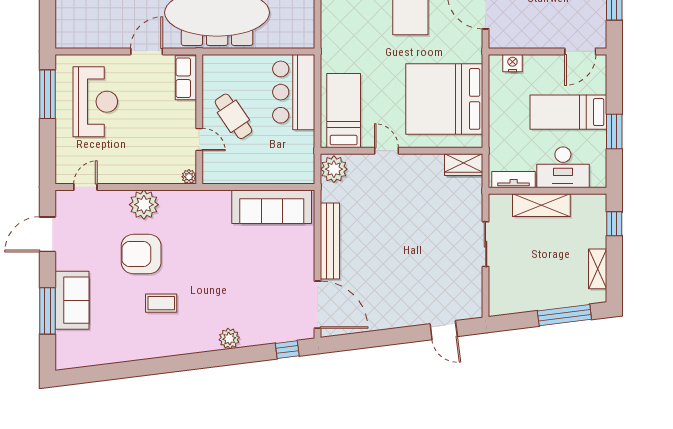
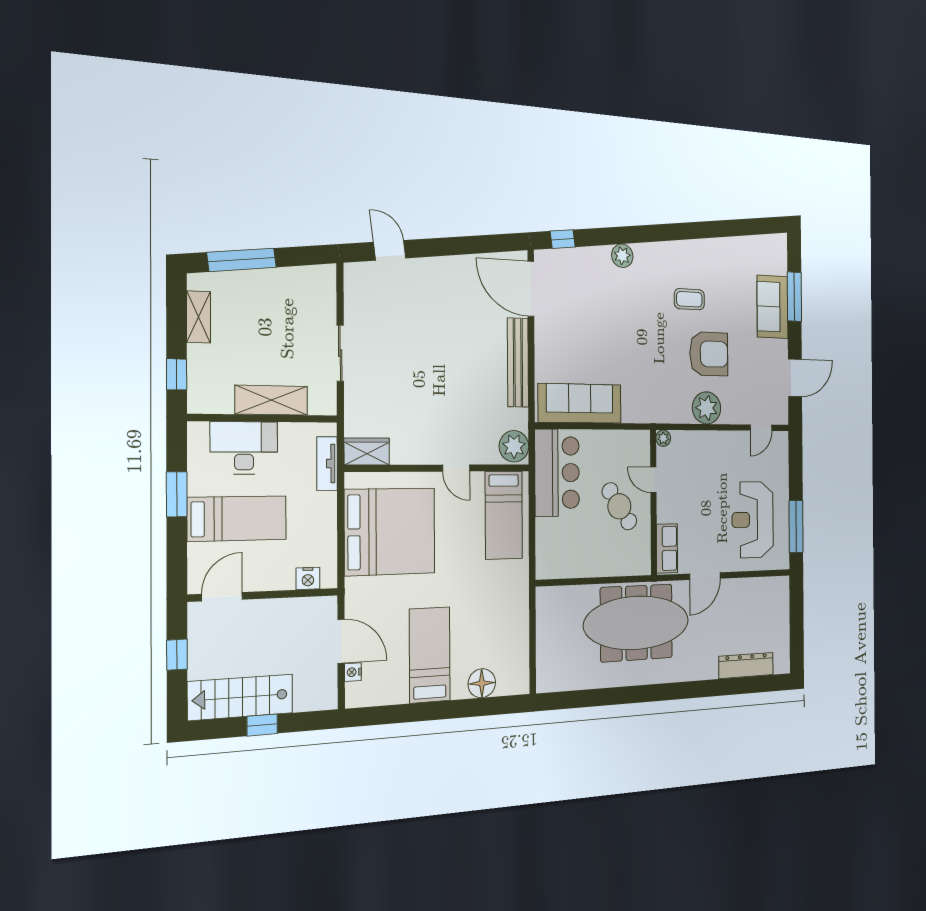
bar counter: (294, 92) -> (557, 473), moved
tv unit: (514, 180) -> (327, 464), moved, turned 90

